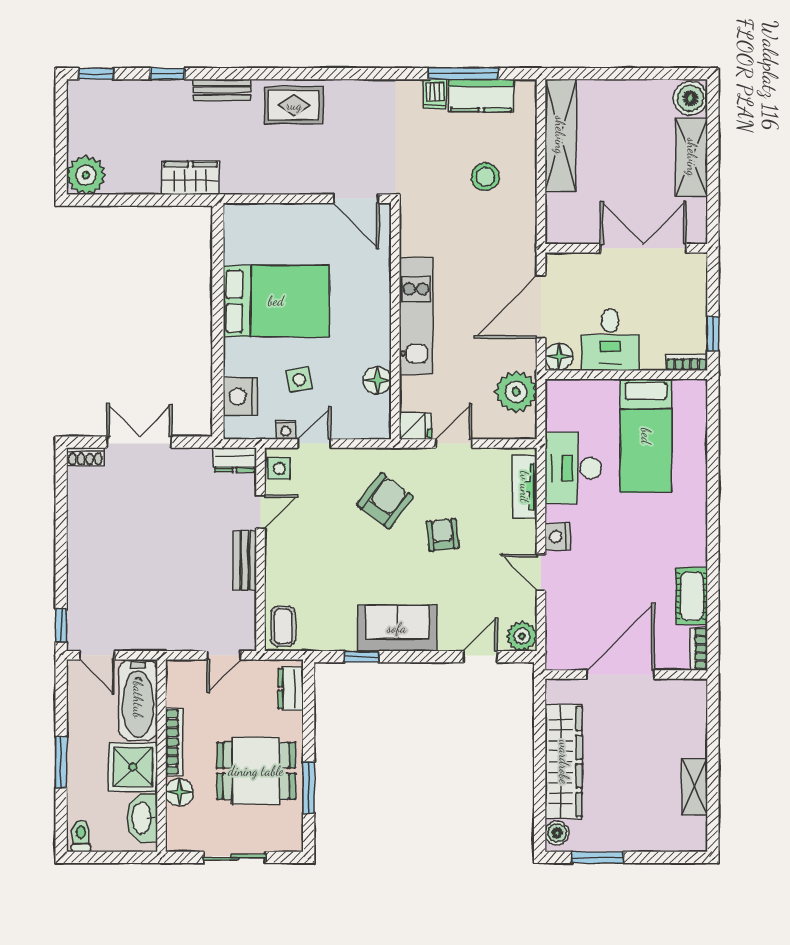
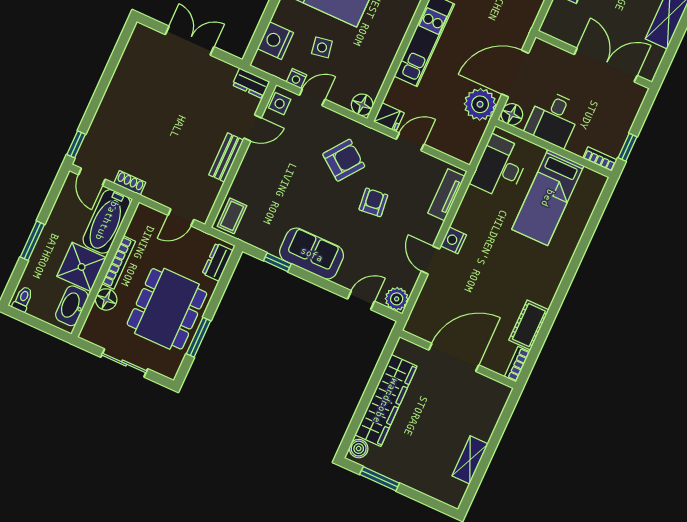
floor lamp: (377, 380) -> (362, 105), moved
plant: (516, 392) -> (480, 104), moved
shoe rack: (85, 457) -> (130, 183), moved, turned 180
desk: (573, 468) -> (500, 167), moved
dining table: (256, 771) -> (167, 309), width x1.38

